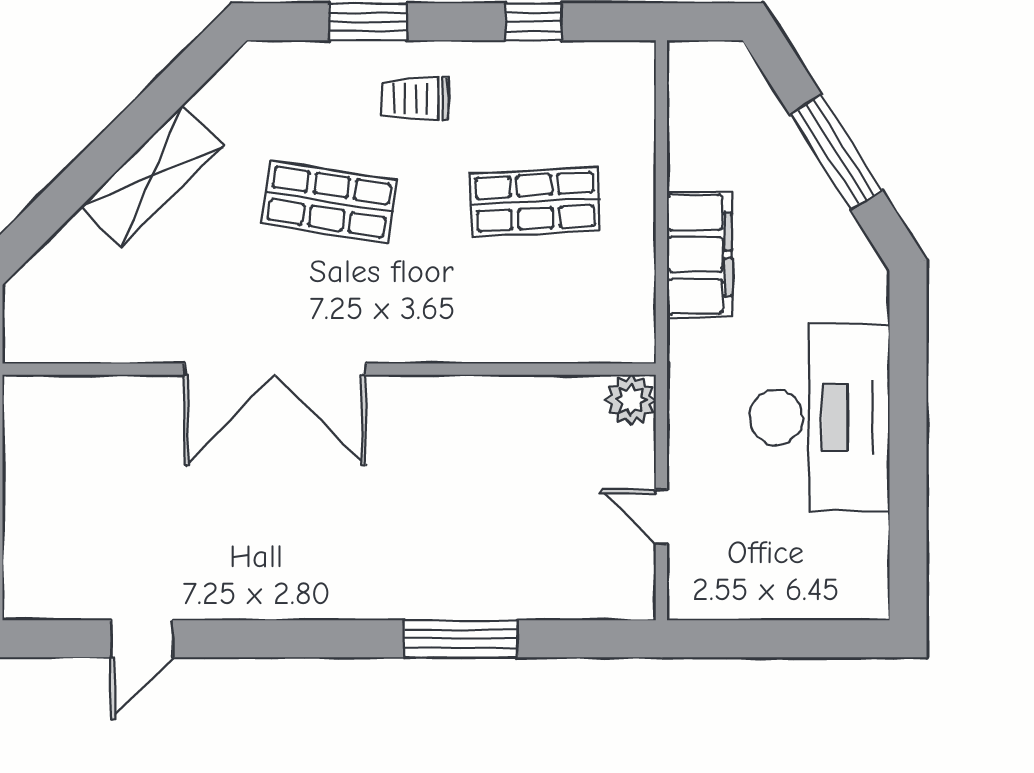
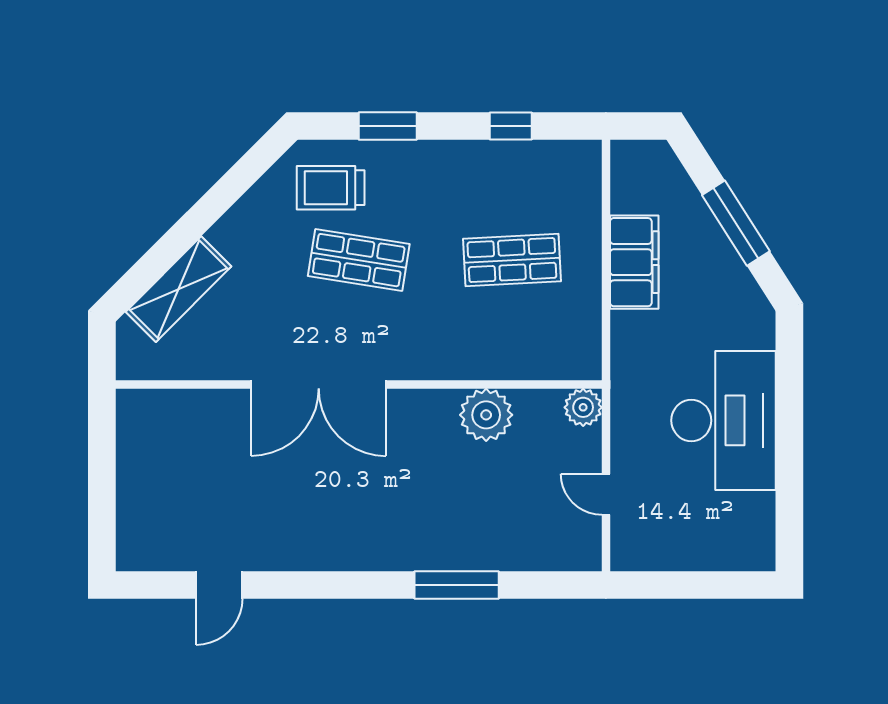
trolley: (415, 98) -> (331, 188), moved, width x1.36, depth x1.39
shelving: (152, 176) -> (178, 289), moved
filing cabinet: (699, 255) -> (634, 262), moved
plant: (500, 410) -> (486, 415), added

